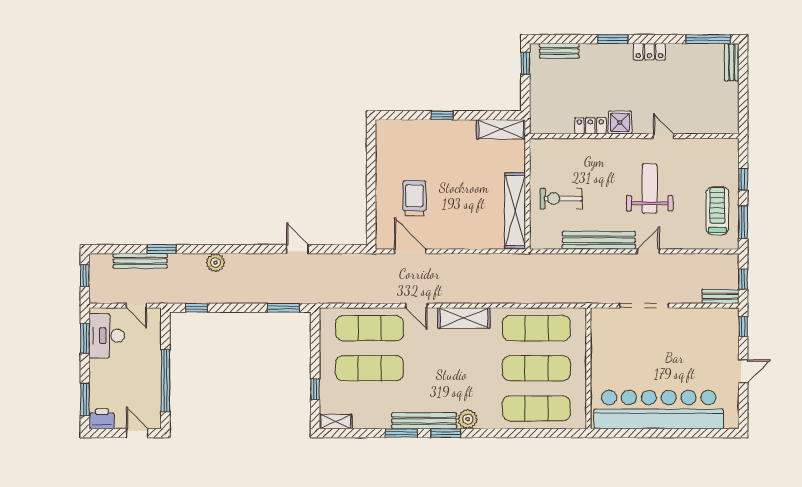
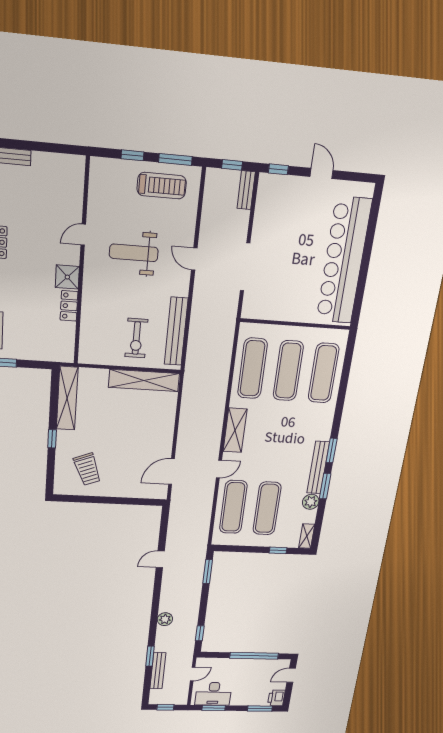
shelving: (501, 129) -> (67, 398), width x1.47
trolley: (414, 198) -> (87, 469), moved, turned -111
treadmill: (717, 211) -> (162, 186), turned 180
bench: (599, 240) -> (176, 331), moved
plant: (468, 419) -> (311, 502), moved

